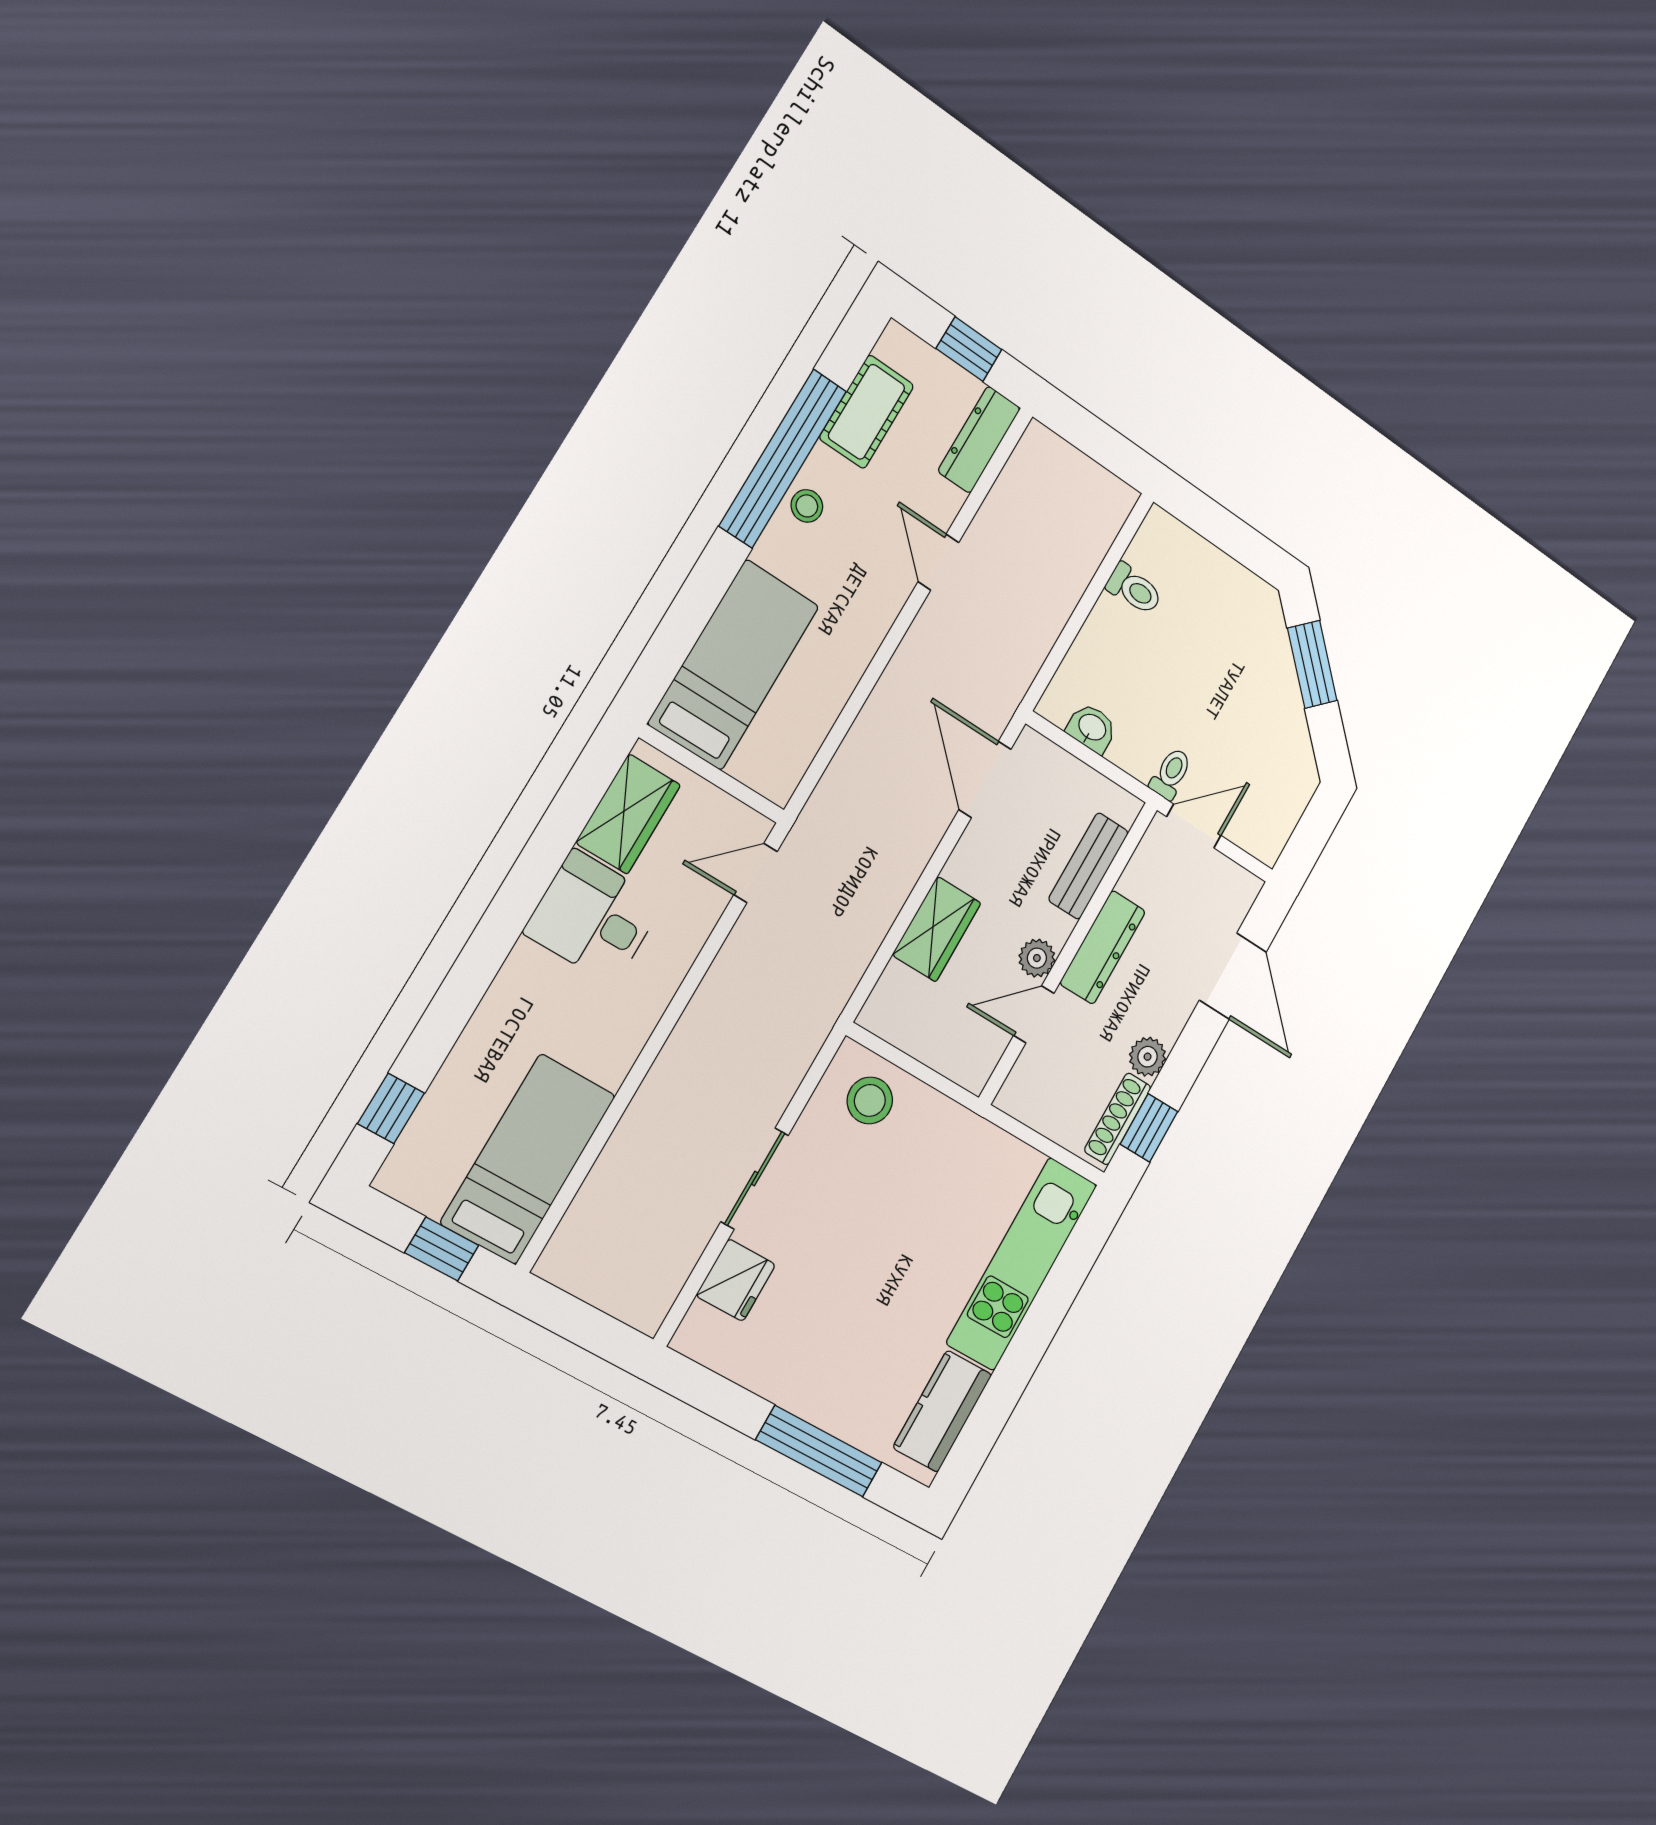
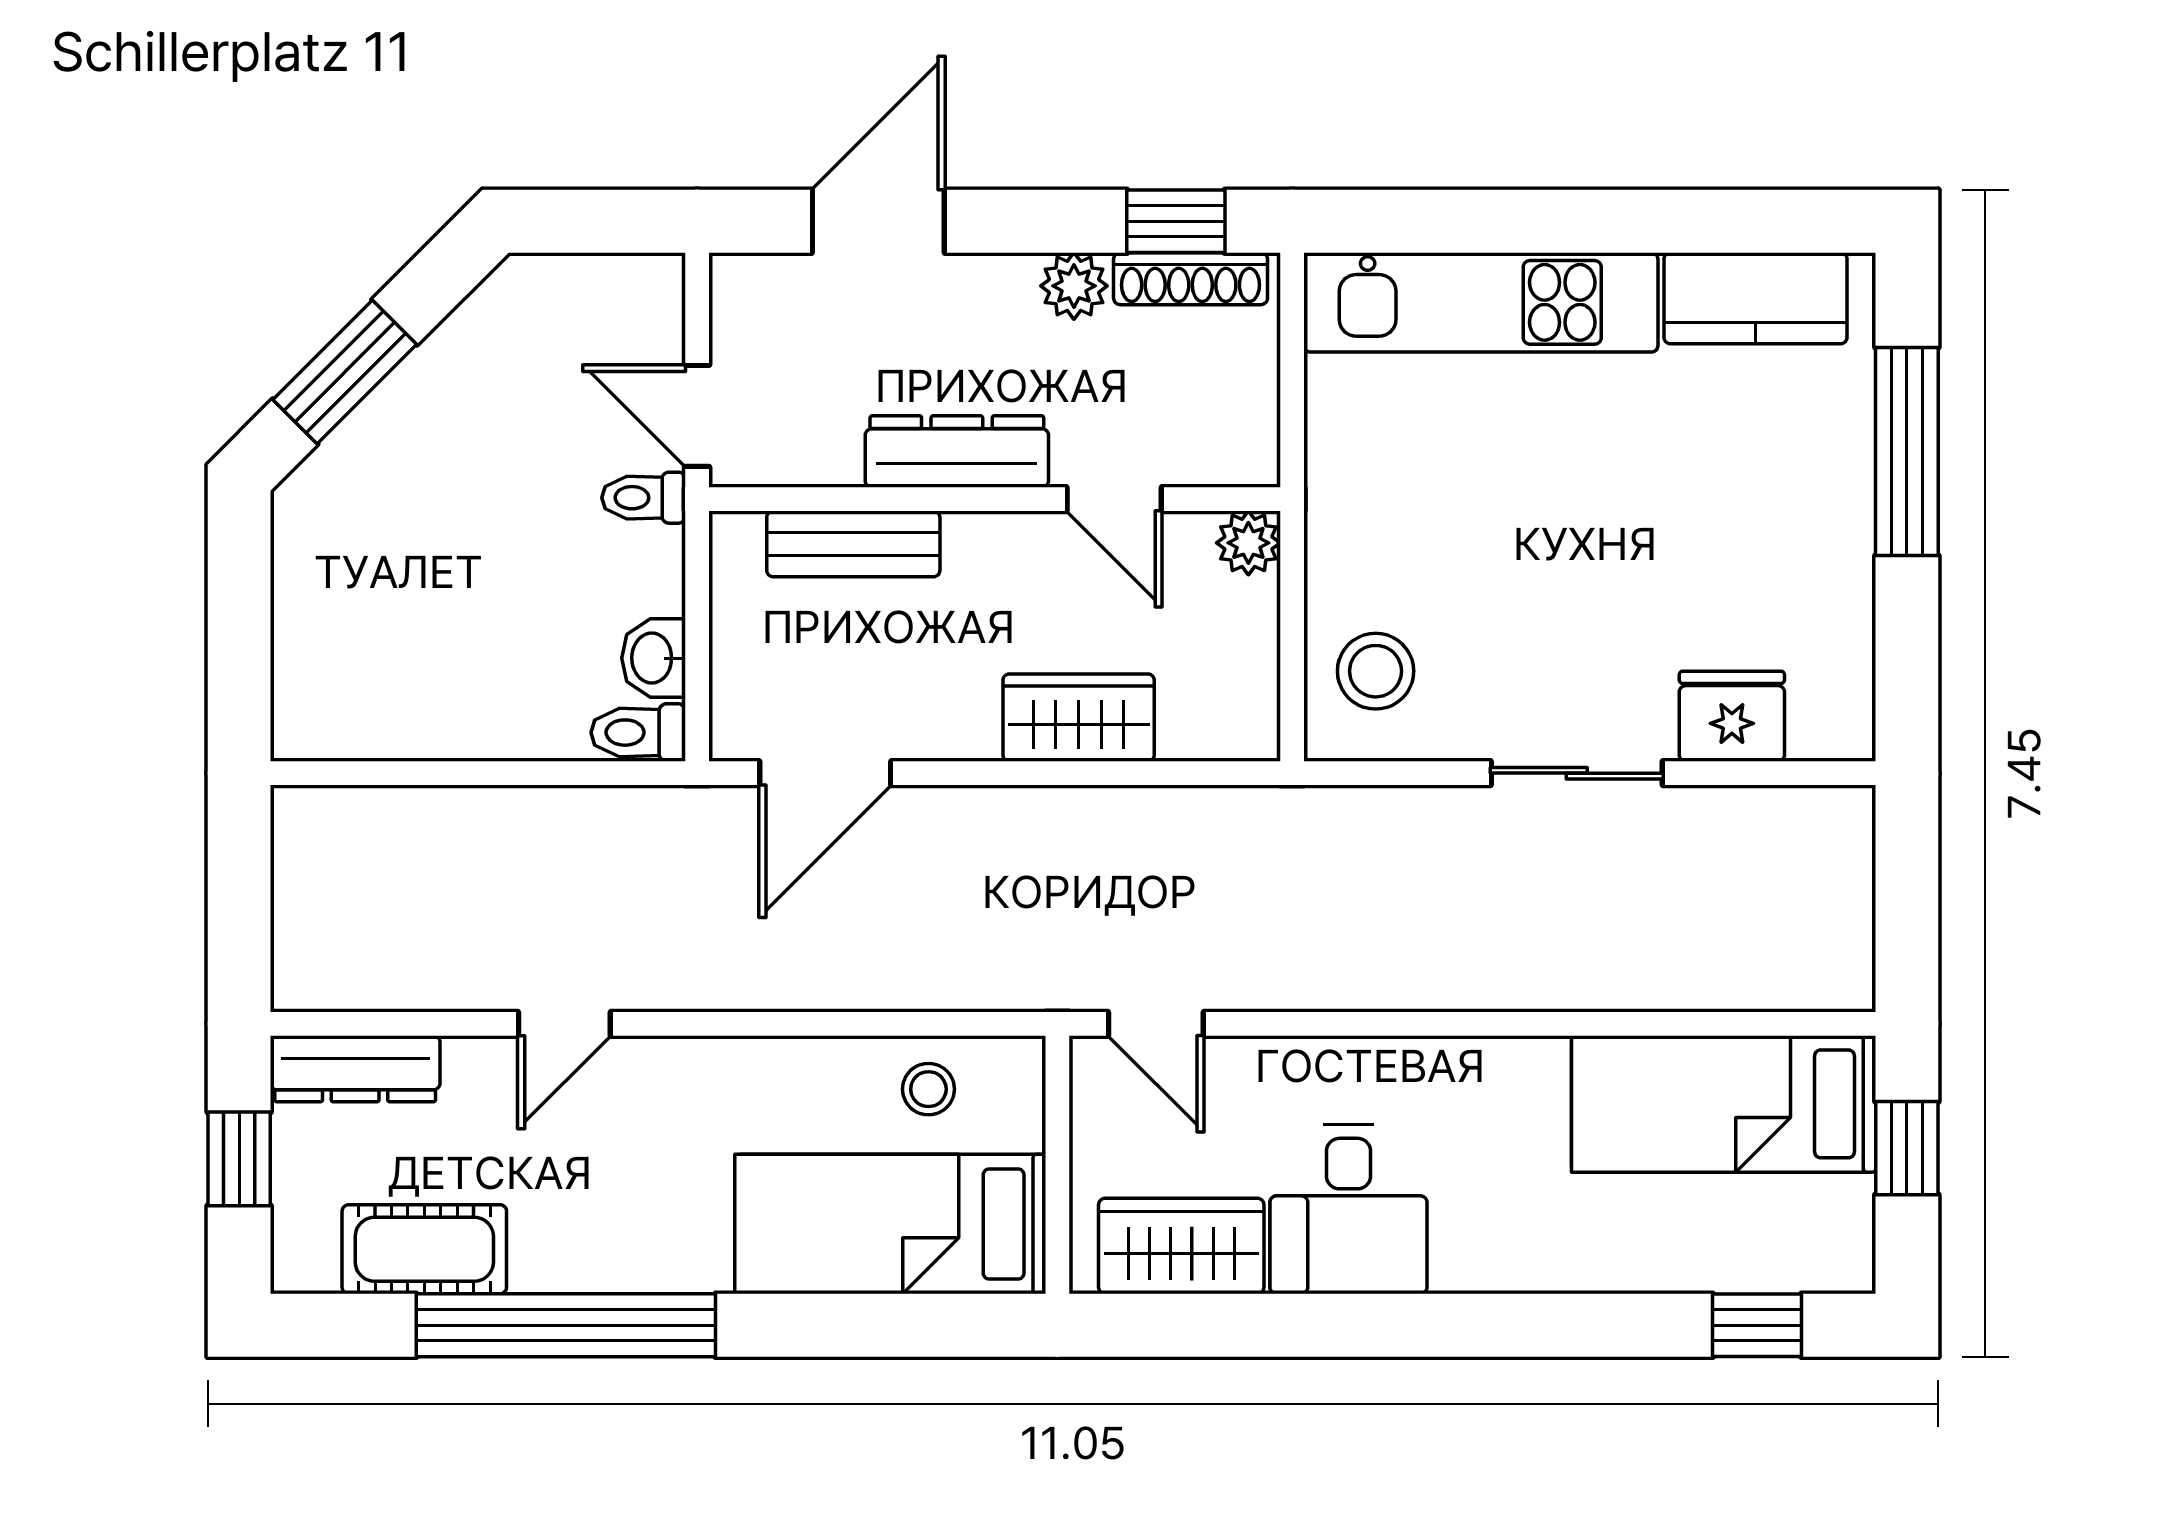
stool: (807, 506) -> (928, 1089), moved
toilet: (1134, 589) -> (638, 733), moved, turned -90
plant: (1037, 958) -> (1248, 543), moved

